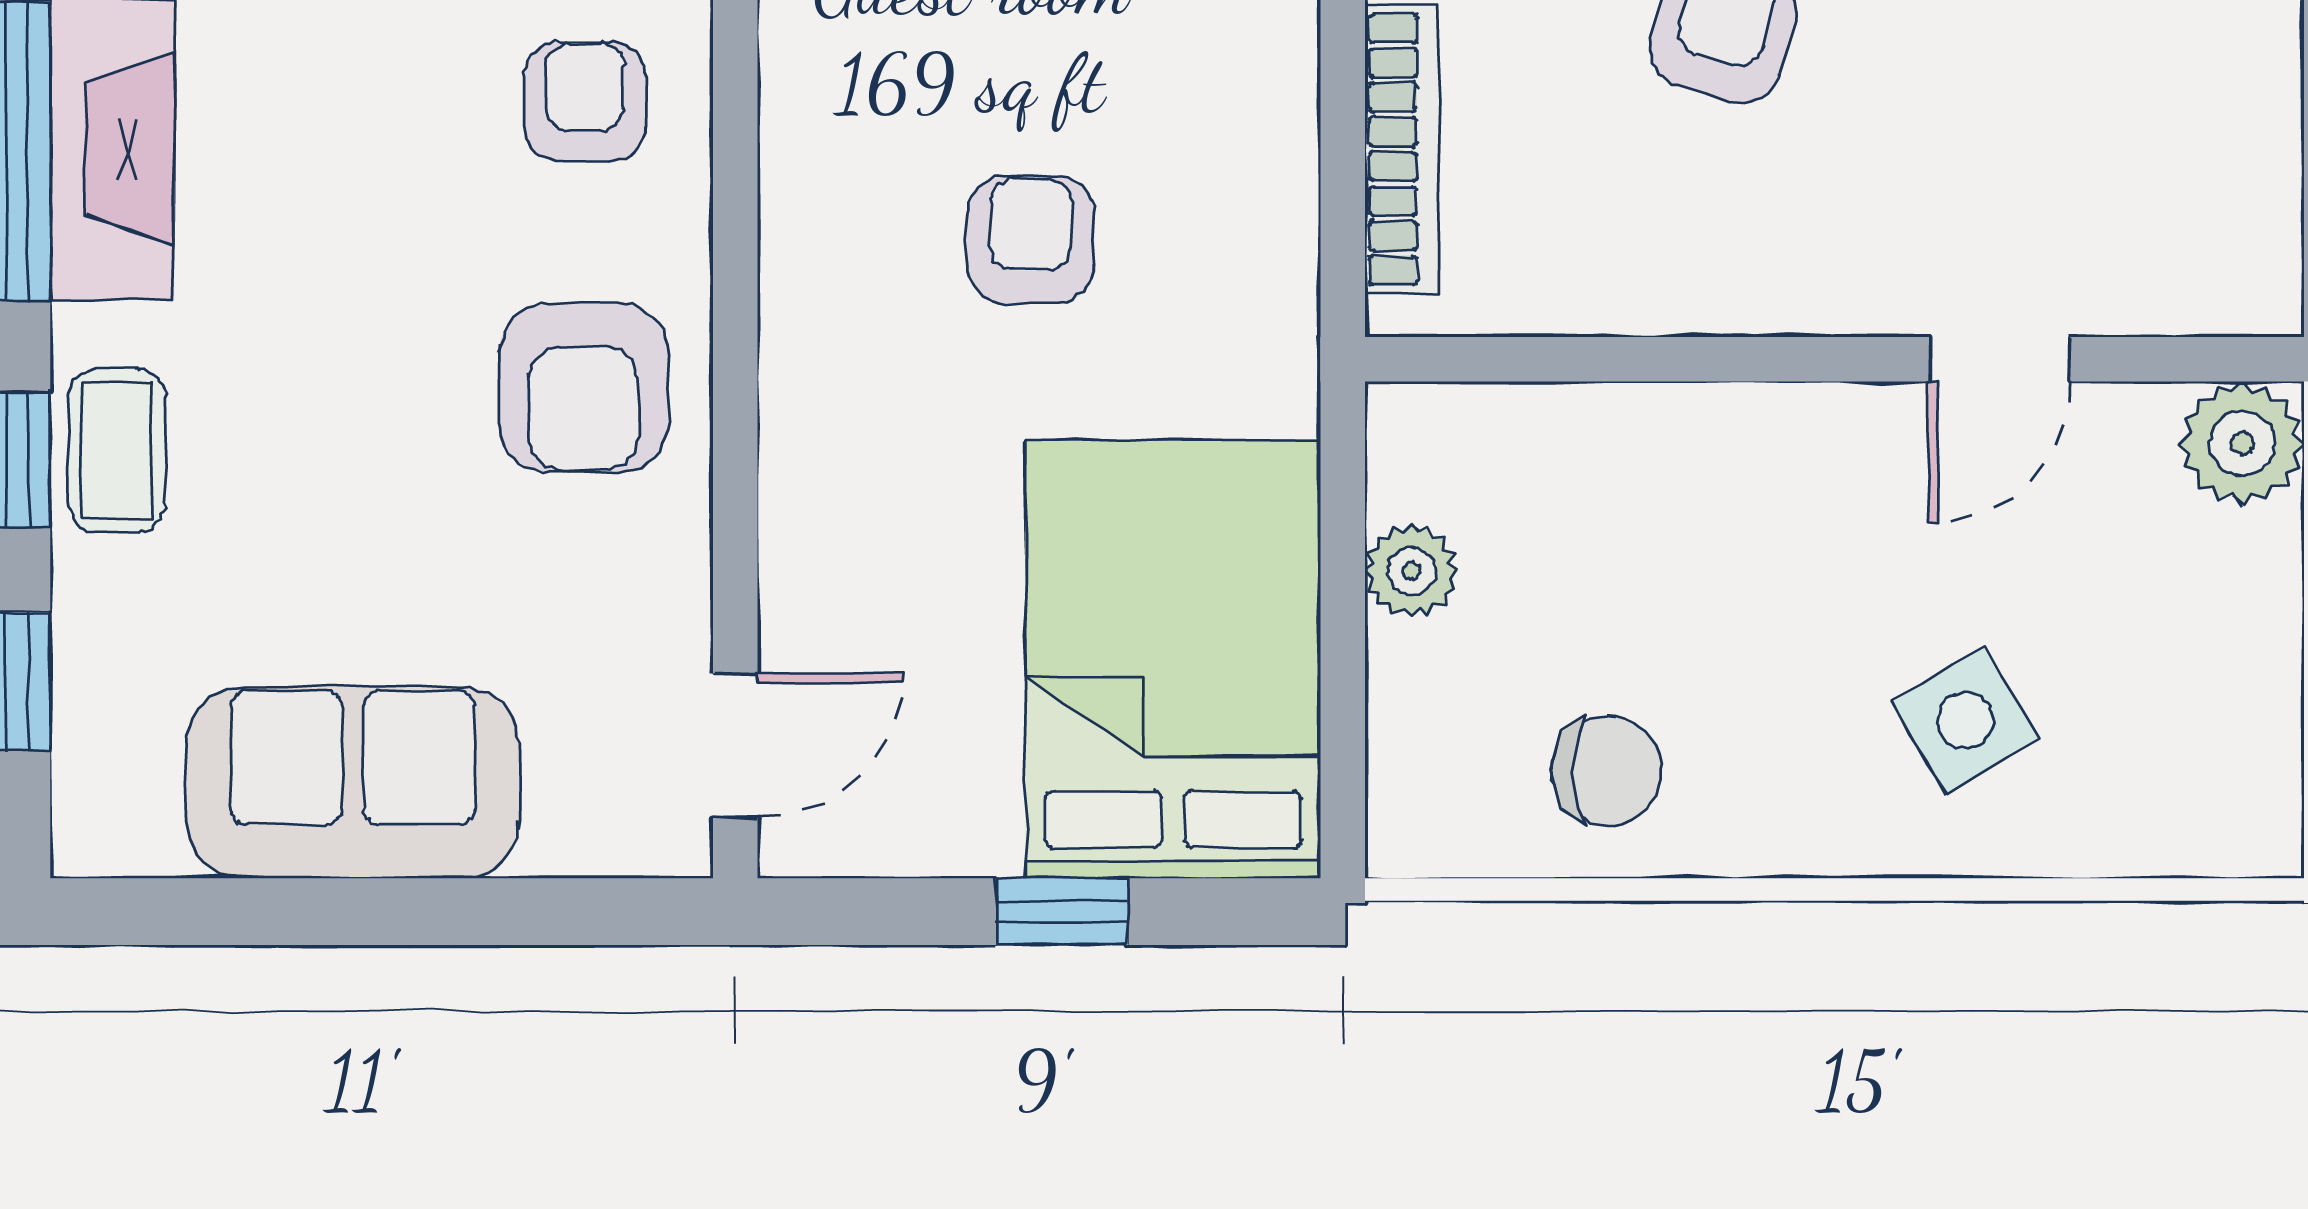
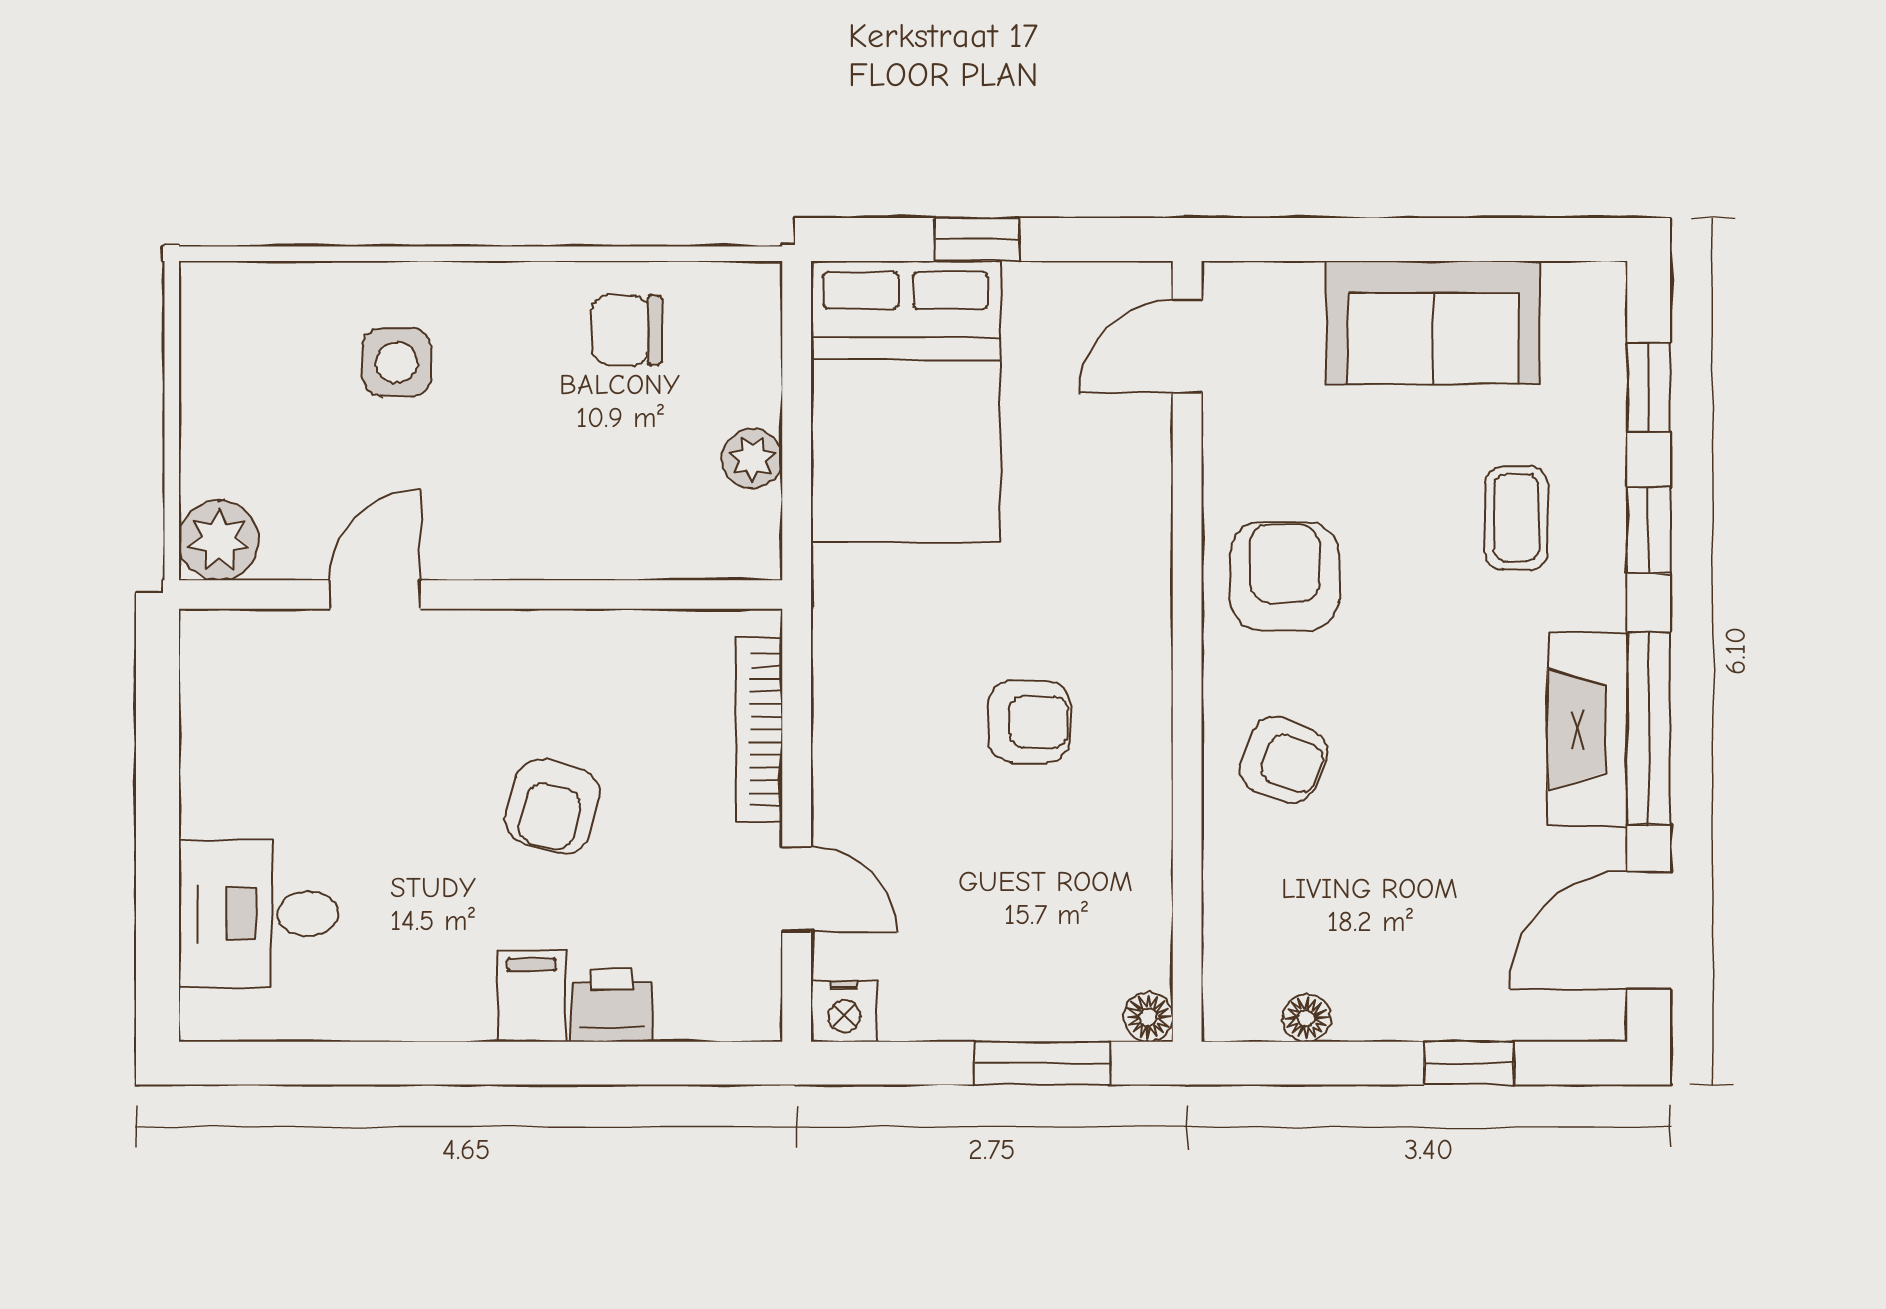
armchair: (585, 102) -> (1283, 760), turned -68
armchair: (1031, 240) -> (1029, 722), moved, turned -90
coffee table: (117, 450) -> (1516, 518), moved
side table: (1965, 720) -> (397, 362), turned 31

